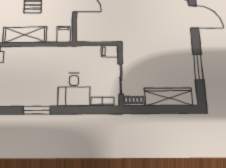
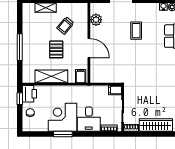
corner desk: (37, 87) -> (63, 117), added

